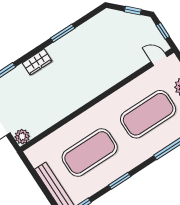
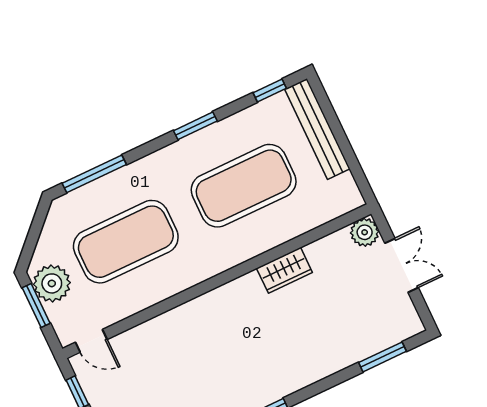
wardrobe: (37, 62) -> (284, 270), moved, turned 180

